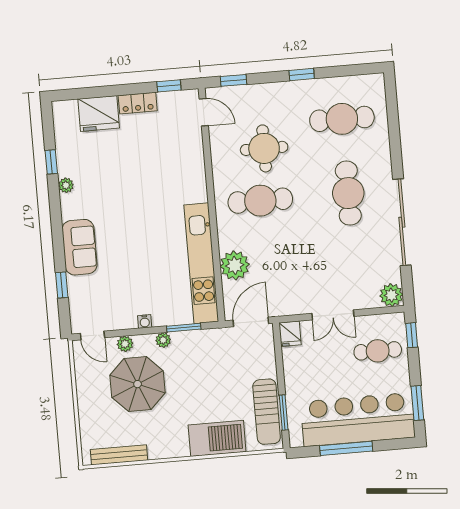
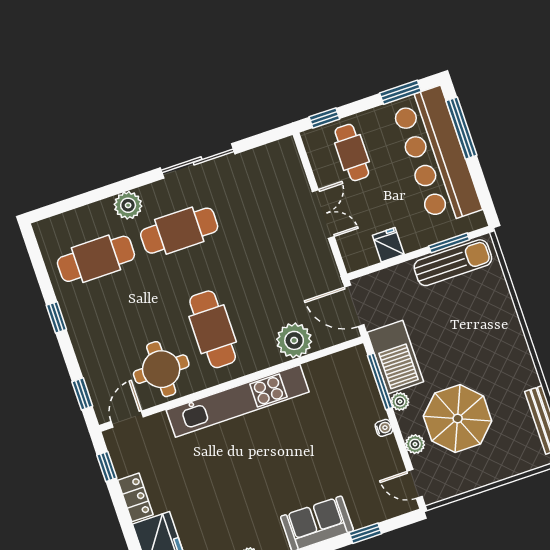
cafe table: (342, 119) -> (96, 259), turned 90
round table: (264, 148) -> (161, 369), moved
sliding door: (402, 222) -> (198, 161), width x0.73
kitchen unit: (201, 263) -> (238, 401), moved
plant: (391, 295) -> (128, 205), moved
window: (184, 328) -> (380, 381), width x1.44
fridge: (290, 334) -> (388, 245), moved, turned -90
door: (92, 336) -> (415, 484), swing flipped
barbecue: (217, 438) -> (395, 357), moved, turned 180
window: (346, 448) -> (461, 128), moved

